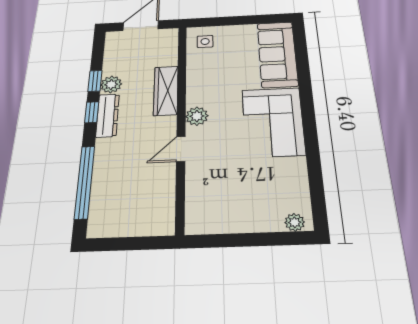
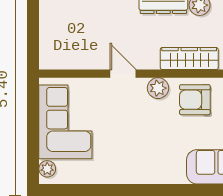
armchair: (209, 84) -> (195, 100), added
corner sofa: (273, 122) -> (65, 122), moved, turned 90

